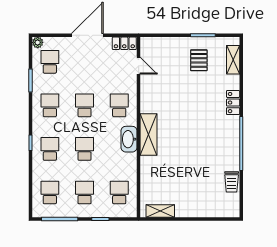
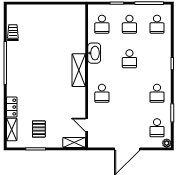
locker: (124, 43) -> (98, 142), removed
locker: (233, 103) -> (12, 107), moved
school desk: (85, 105) -> (129, 93), removed
washbasin: (129, 139) -> (94, 53), moved
school desk: (50, 149) -> (157, 59), removed
shelving: (160, 211) -> (74, 142), moved

